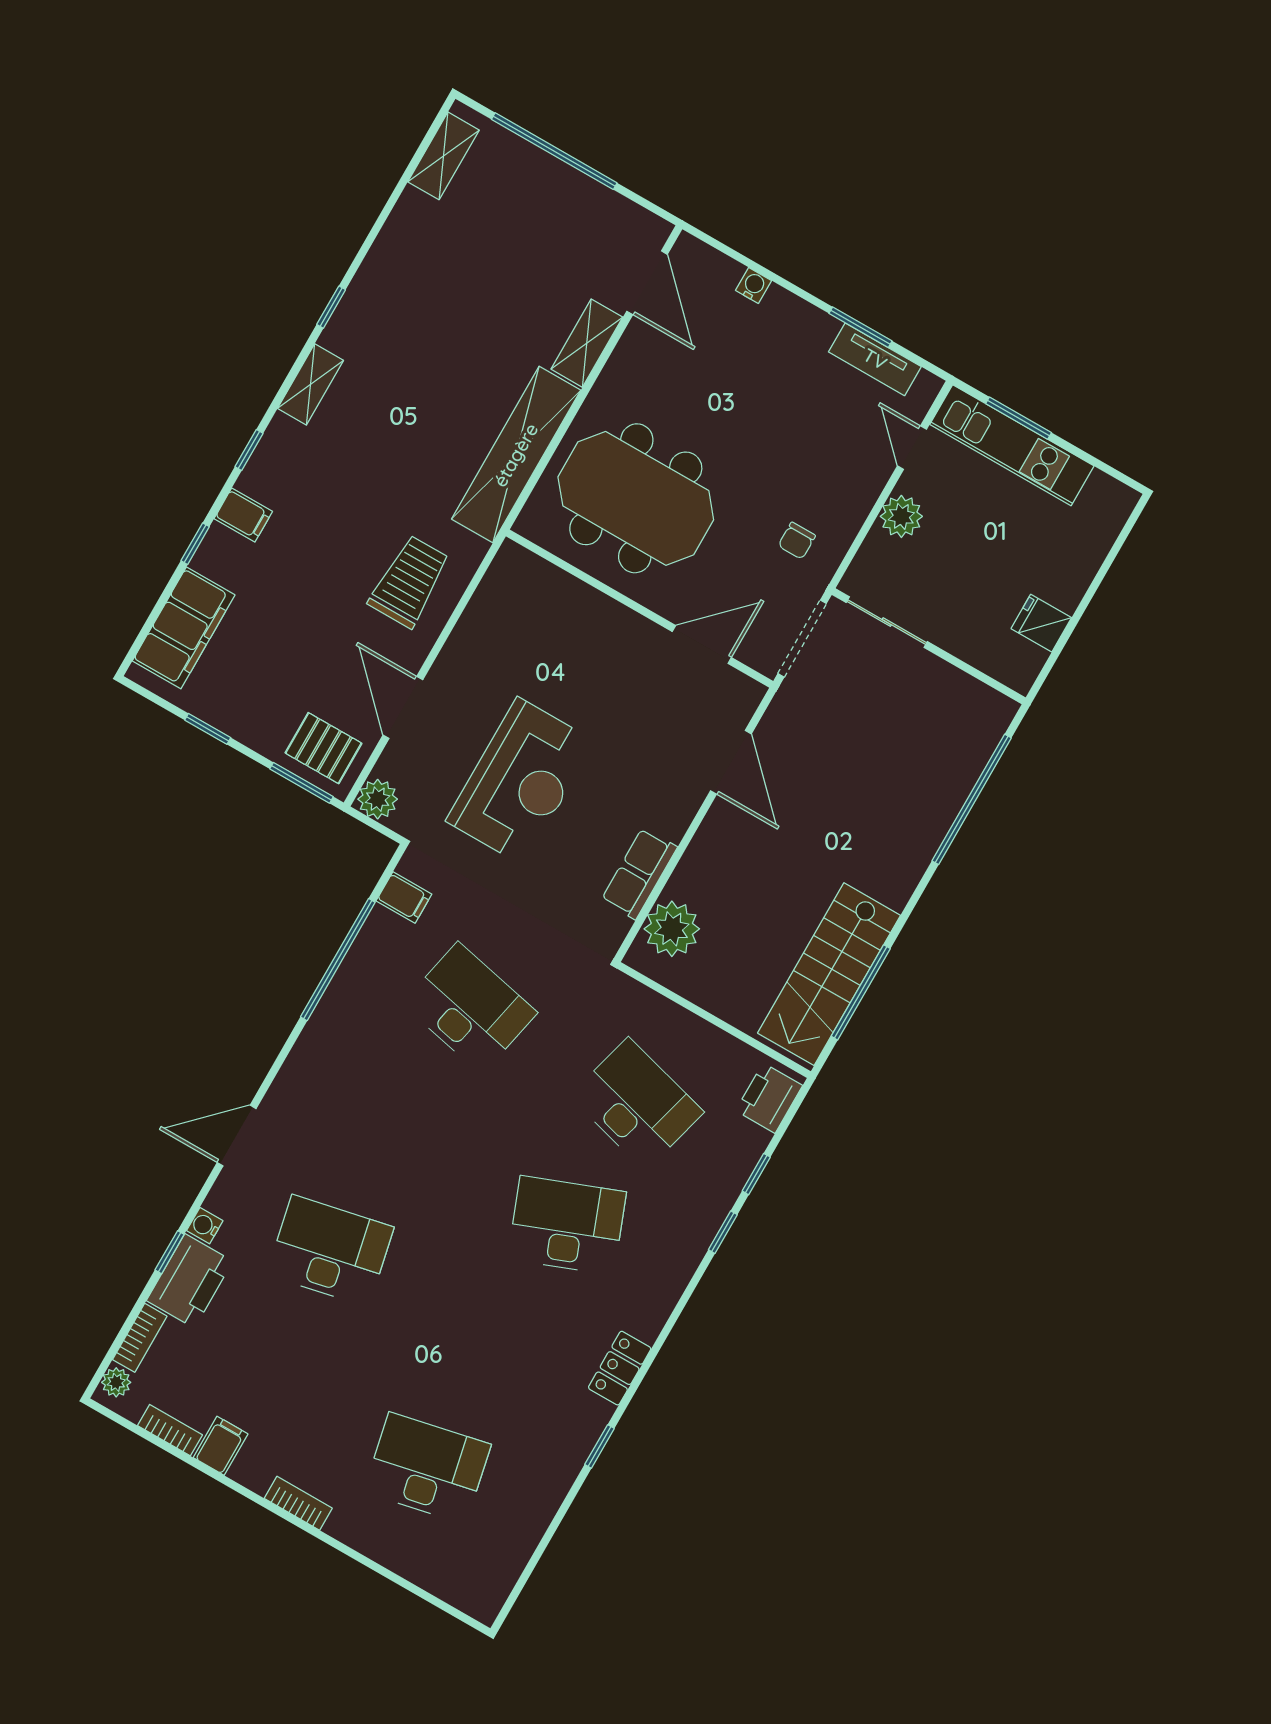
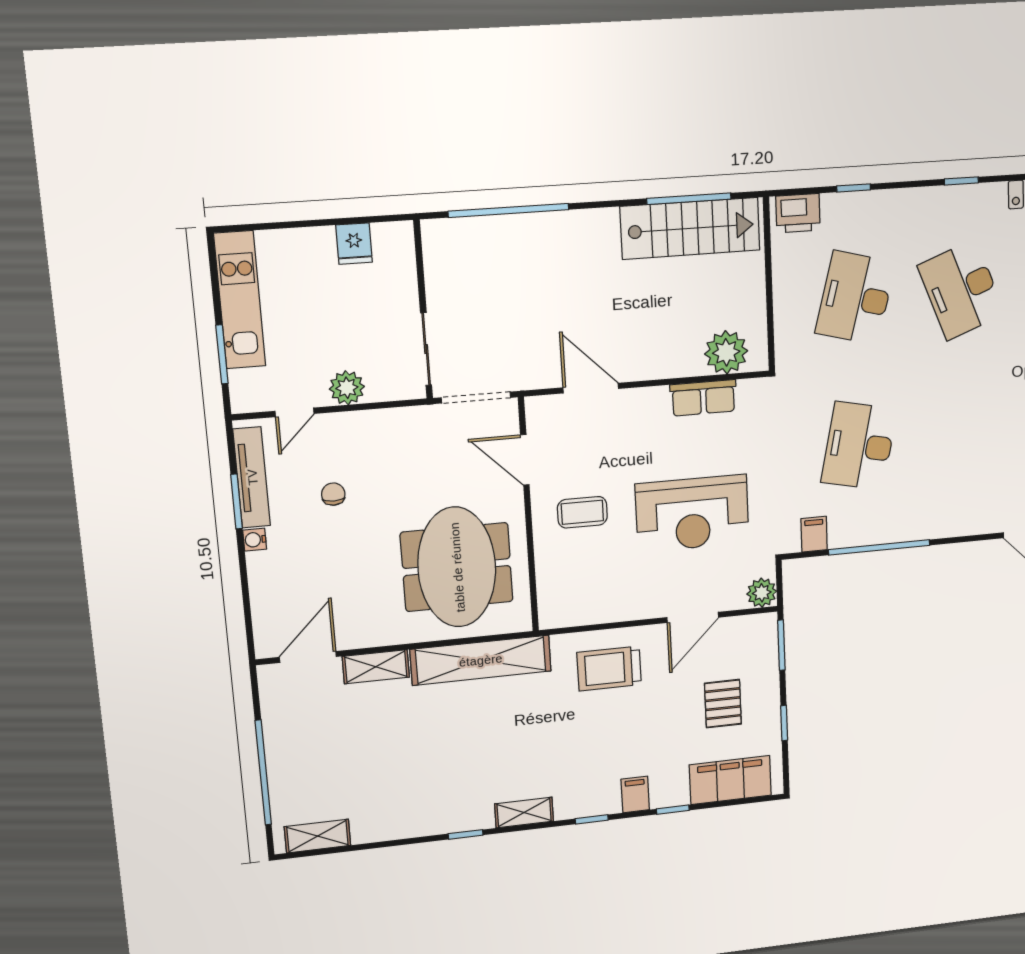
water cooler: (753, 285) -> (255, 540), moved
tv unit: (875, 359) -> (252, 477), width x1.41
kitchen unit: (1012, 445) -> (240, 300), moved
chair: (797, 541) -> (333, 494), moved, turned -90
coffee table: (603, 667) -> (582, 512), added
pallet: (323, 748) -> (723, 704), moved
door: (731, 762) -> (591, 388), hinge flipped
reception desk: (520, 781) -> (692, 513), turned 180
window: (723, 1232) -> (961, 181), moved

